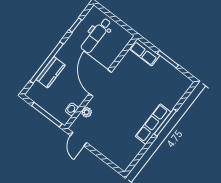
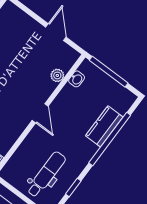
door: (100, 83) -> (40, 113), width x0.53
door: (78, 139) -> (56, 32), moved

